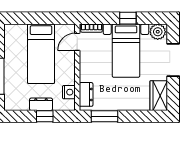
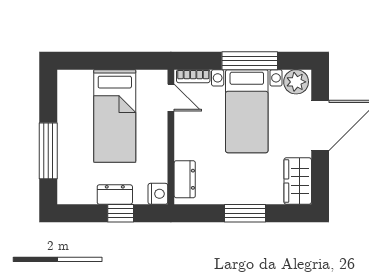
window: (128, 18) -> (250, 61), width x2.17
door: (77, 42) -> (171, 98), swing flipped
nightstand: (69, 92) -> (158, 194), moved
window: (104, 116) -> (245, 213), moved

